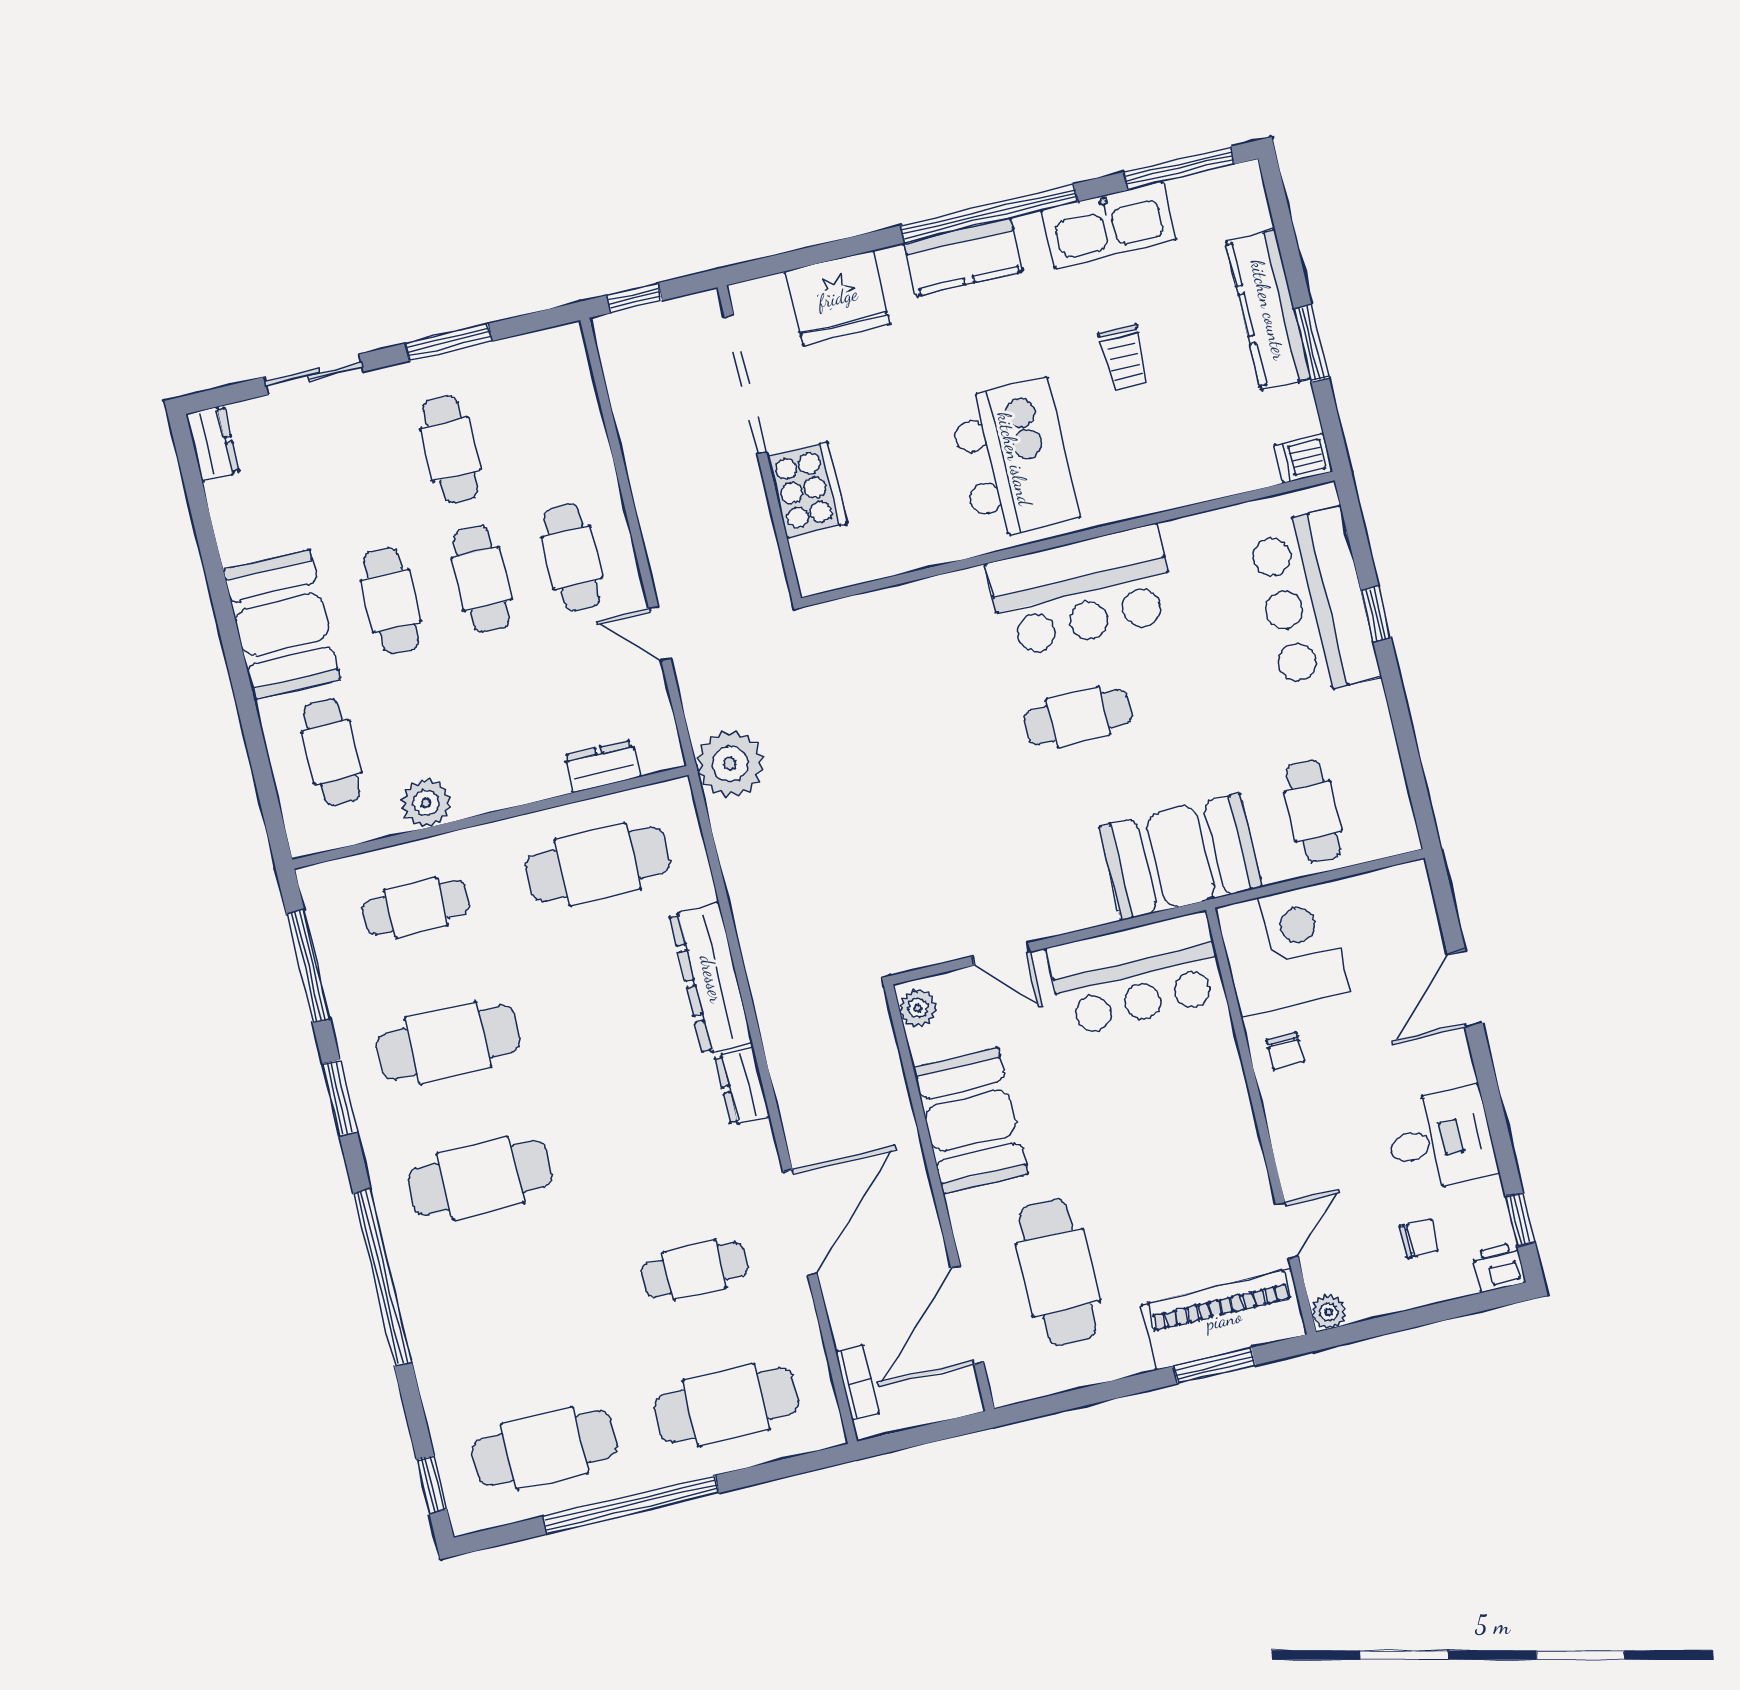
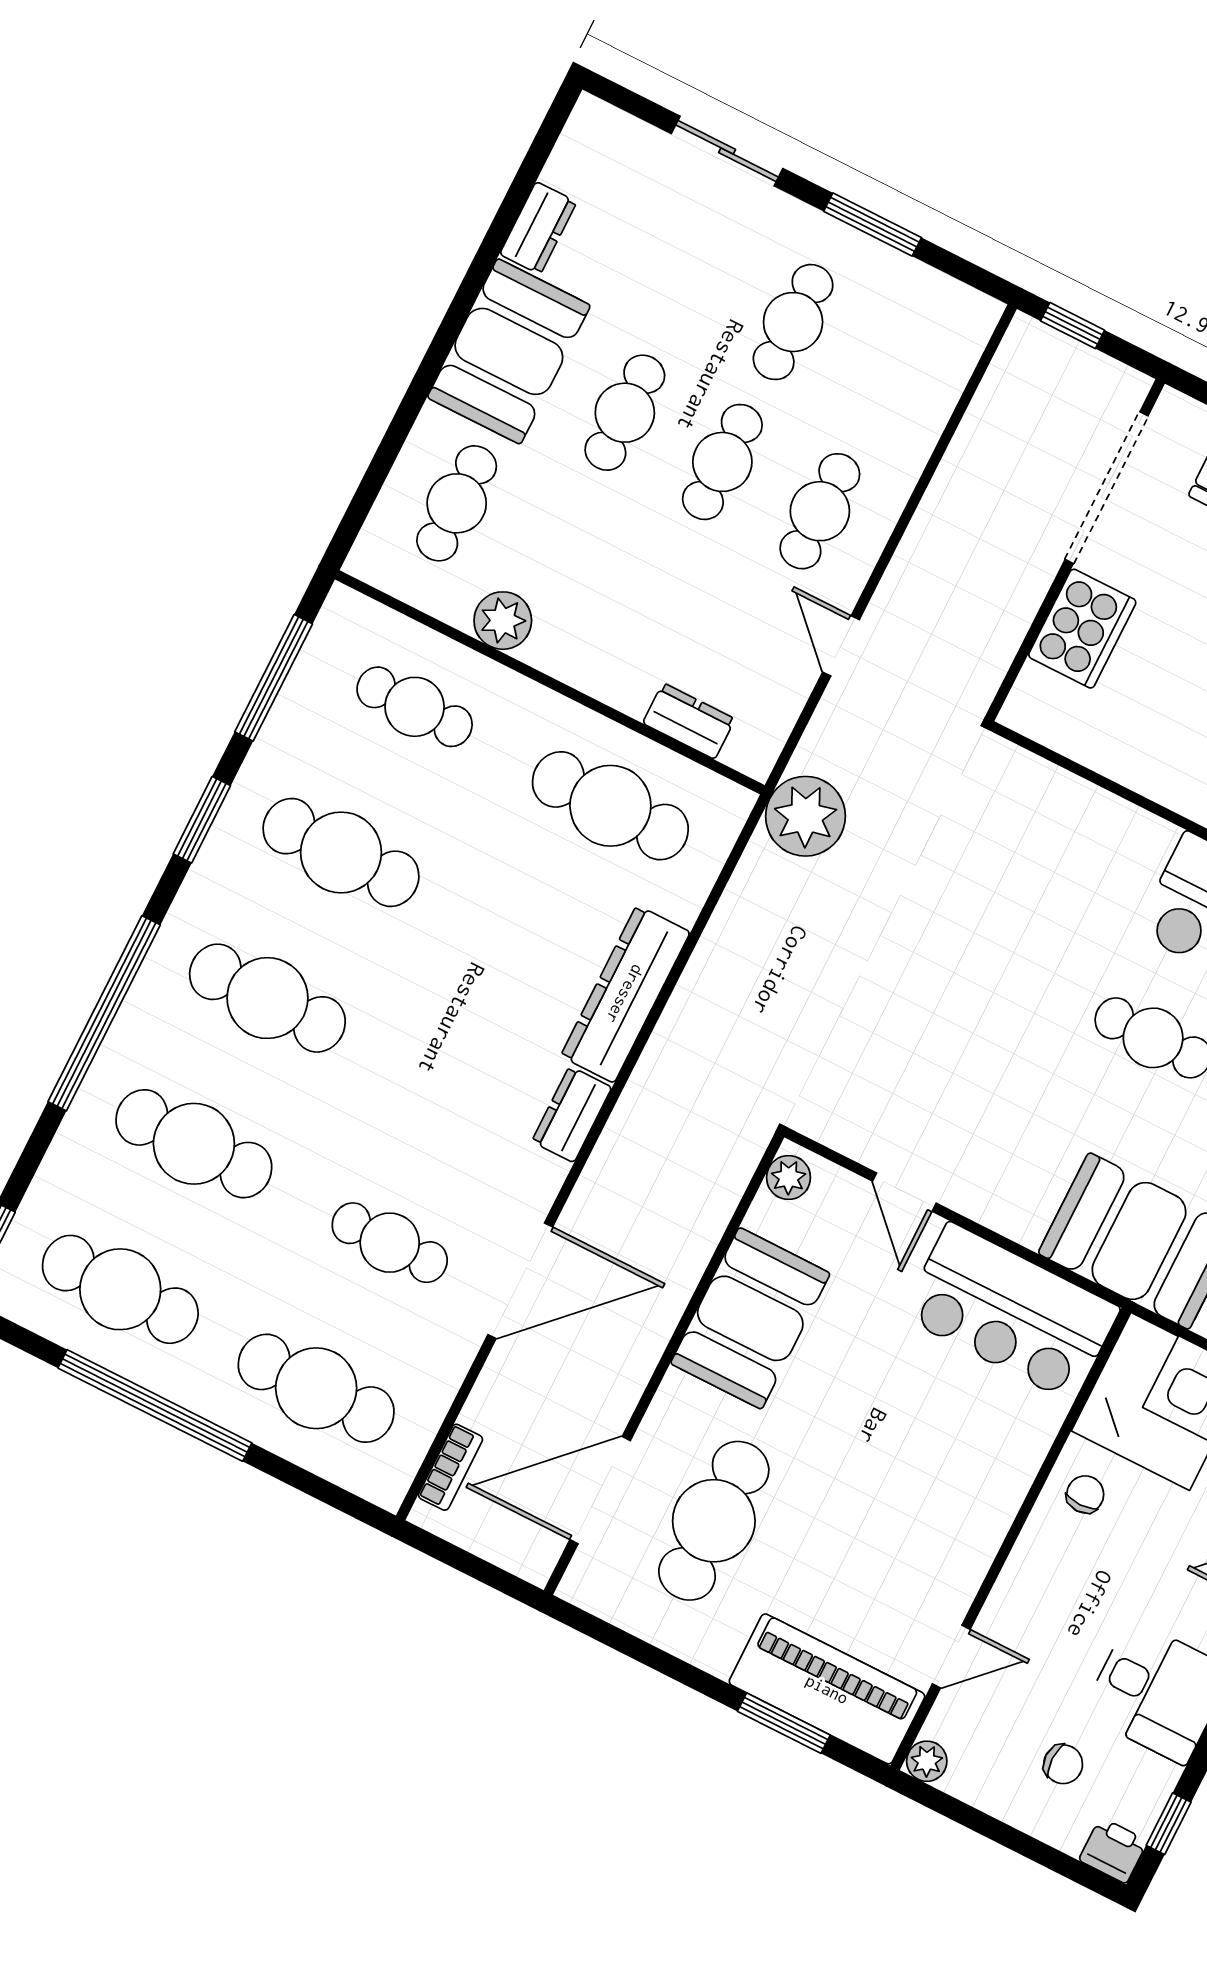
dresser: (213, 443) -> (538, 228), moved
chair: (1285, 1051) -> (1085, 1494), turned 180
cafe table: (512, 1313) -> (194, 1144), added

